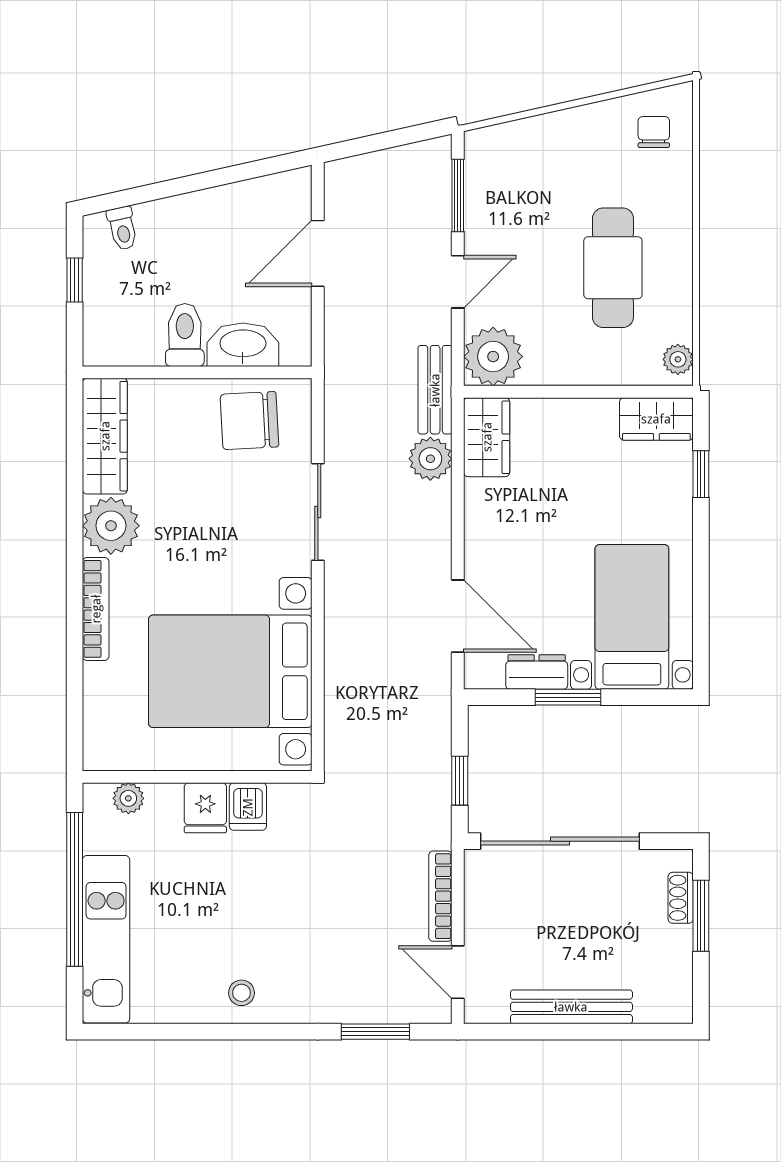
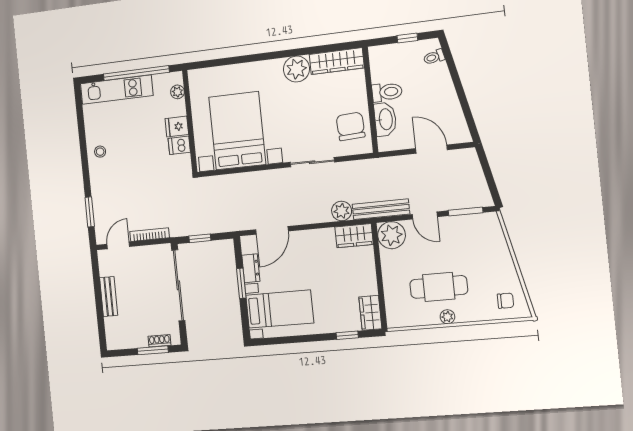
plant: (678, 359) -> (447, 317), moved
bench: (435, 390) -> (381, 209), width x1.36
bookcase: (96, 609) -> (259, 67), removed
bench: (571, 1007) -> (109, 297), width x0.73

